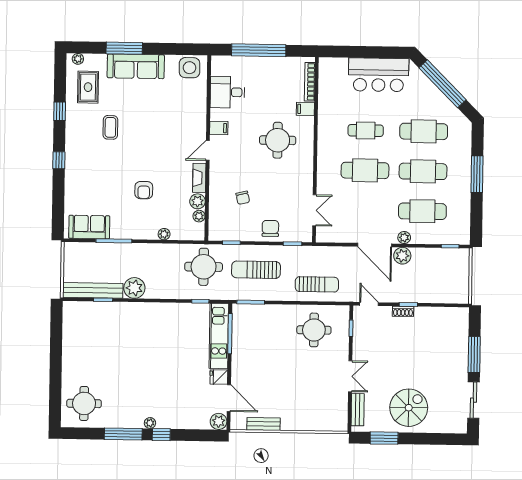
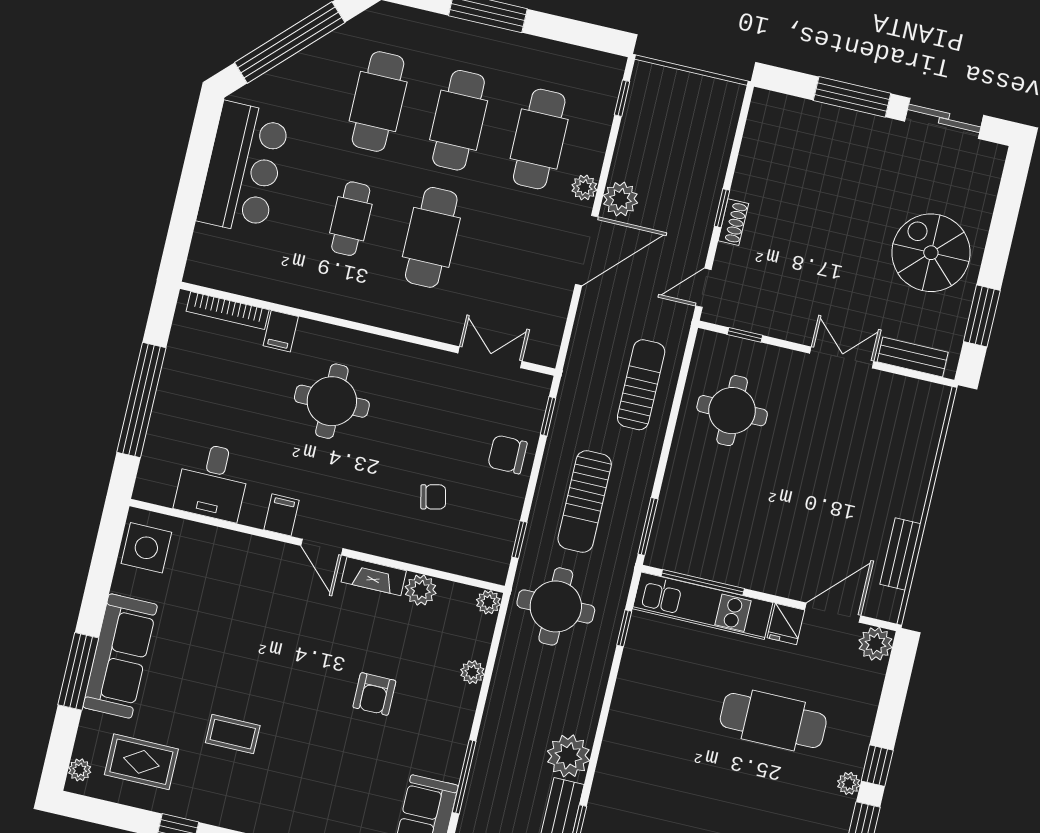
armchair: (144, 190) -> (374, 694), turned 90
plant: (199, 216) -> (488, 602), moved
cafe table: (172, 381) -> (773, 720), added

